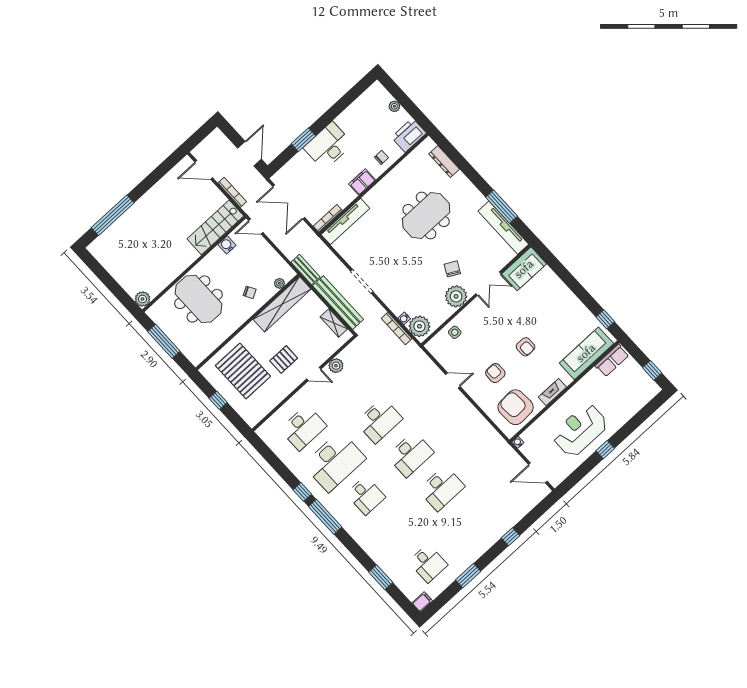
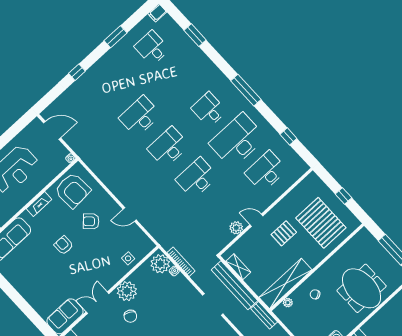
armchair: (495, 373) -> (91, 221), turned 134
window: (302, 492) -> (288, 136), moved

